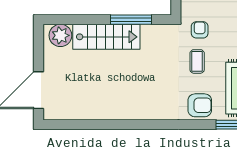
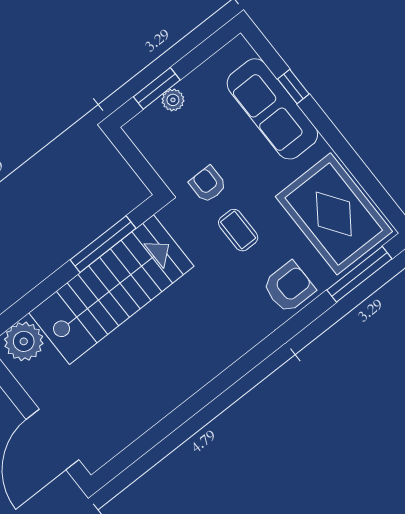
stairs: (106, 37) -> (111, 290), width x1.36, depth x1.51

